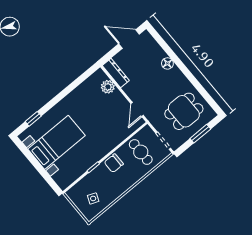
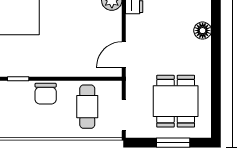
dining table: (184, 111) -> (176, 101), turned 90
chair: (114, 163) -> (46, 94), turned -90

